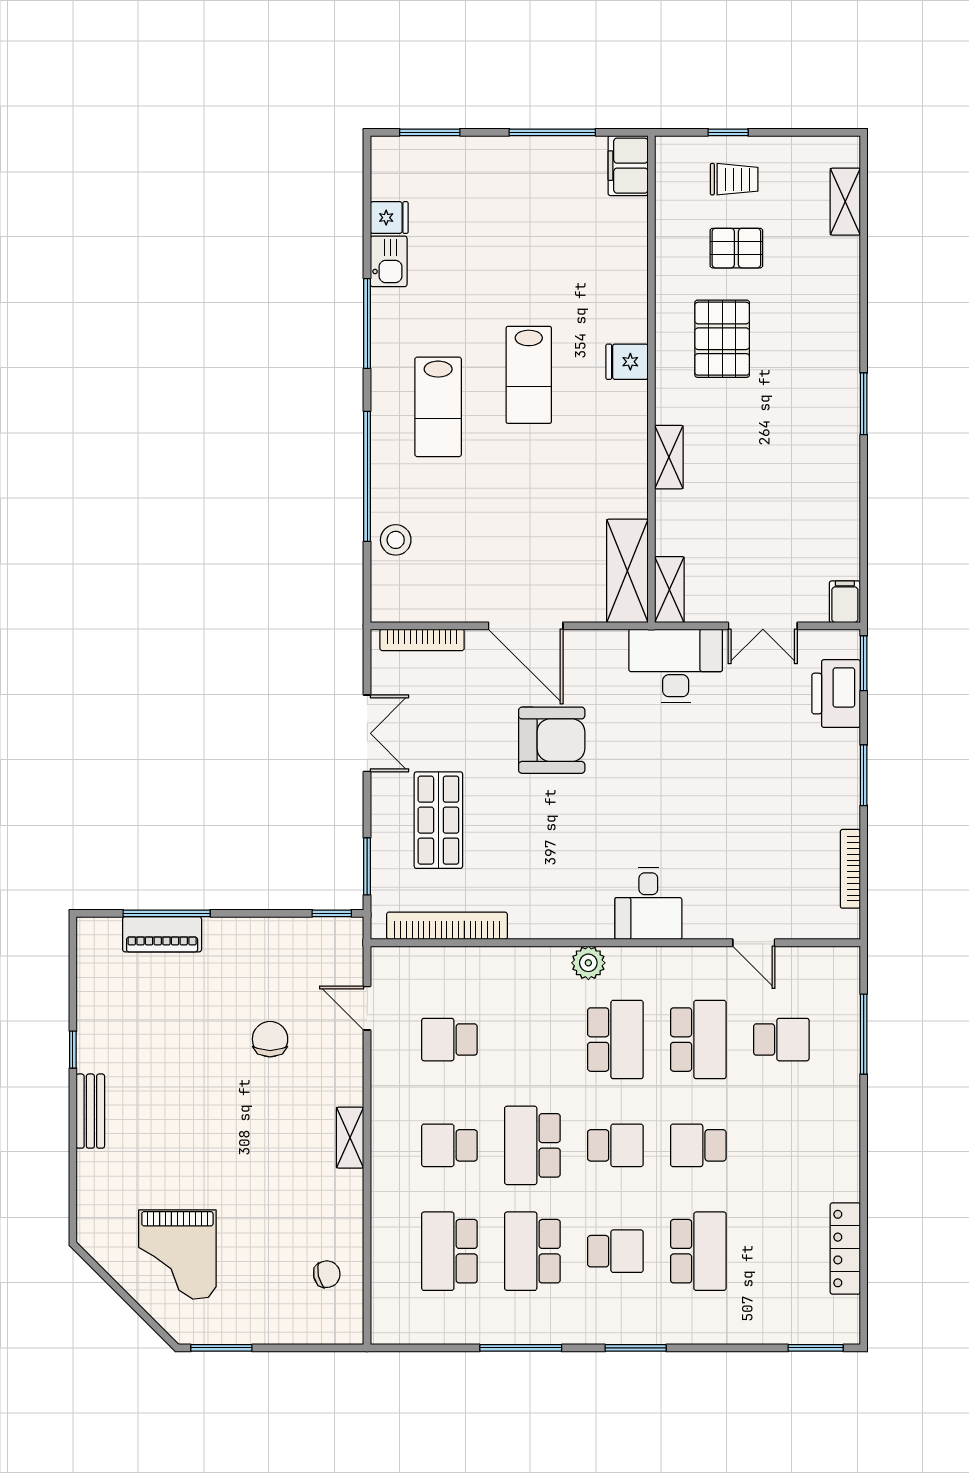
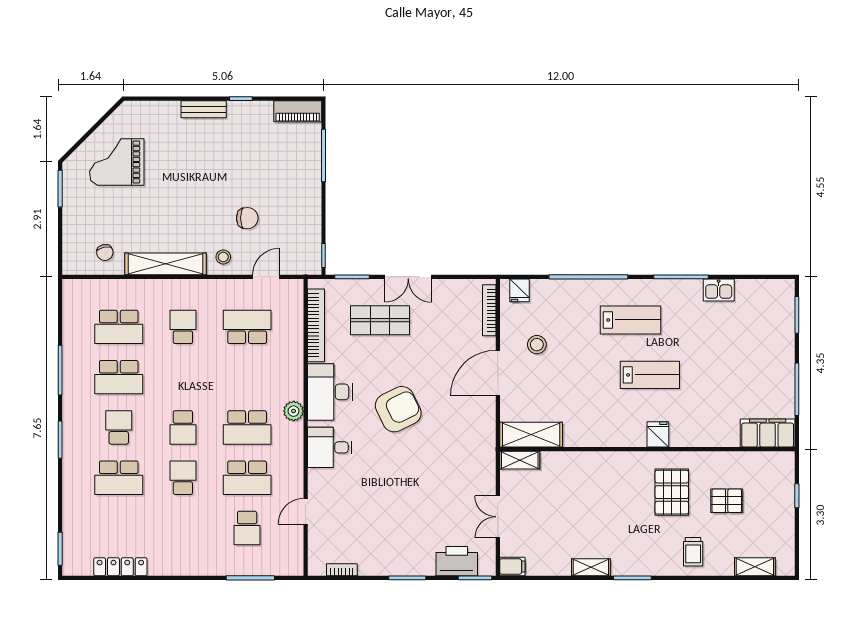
filing cabinet: (628, 166) -> (768, 433), width x1.50, depth x1.17
trolley: (734, 179) -> (693, 552), moved
fridge: (389, 218) -> (519, 290), moved
pallet: (736, 248) -> (727, 501), turned 90
pallet: (722, 339) -> (672, 492), turned 90
lab bench: (529, 375) -> (650, 375), turned 180
lab bench: (438, 407) -> (630, 320), turned 180
shelving: (669, 457) -> (591, 567), moved
stool: (396, 540) -> (537, 345), moved
desk: (676, 666) -> (330, 392), moved, turned 180
double door: (367, 733) -> (408, 277), moved
armchair: (552, 740) -> (398, 409), moved, turned -116
bookcase: (850, 869) -> (342, 570), width x0.64
piano: (162, 934) -> (298, 111), moved, turned -90
school desk: (449, 1040) -> (247, 327), width x1.85
stool: (334, 1079) -> (223, 257), added
shelving: (350, 1138) -> (165, 264), width x2.20, depth x1.33
school desk: (532, 1145) -> (183, 377), removed
school desk: (449, 1251) -> (119, 327), turned 180
school desk: (532, 1251) -> (119, 377), turned 180
school desk: (615, 1251) -> (119, 427), turned 180

